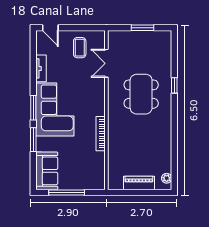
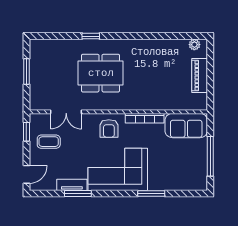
window: (89, 28) -> (26, 132), added
armchair: (91, 102) -> (109, 128), added
window: (33, 108) -> (78, 194), moved
sofa: (47, 171) -> (186, 126), moved, turned 180

